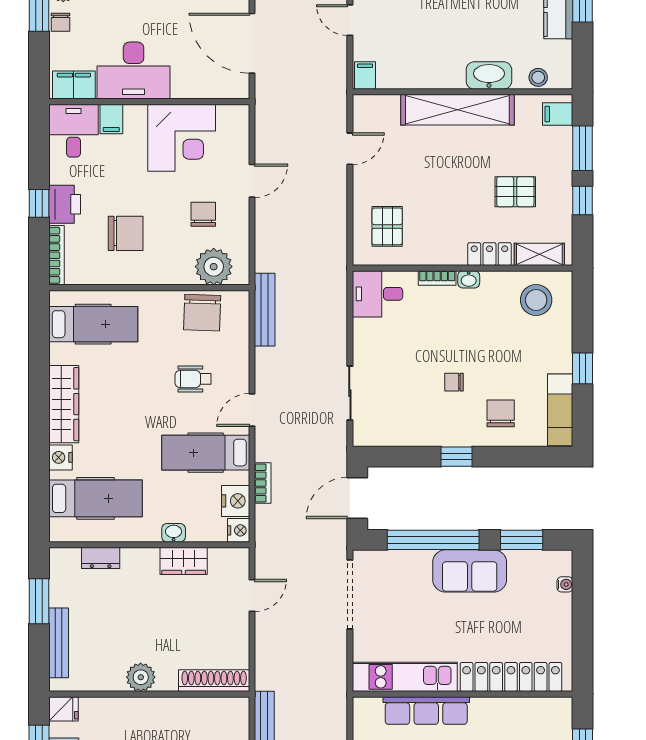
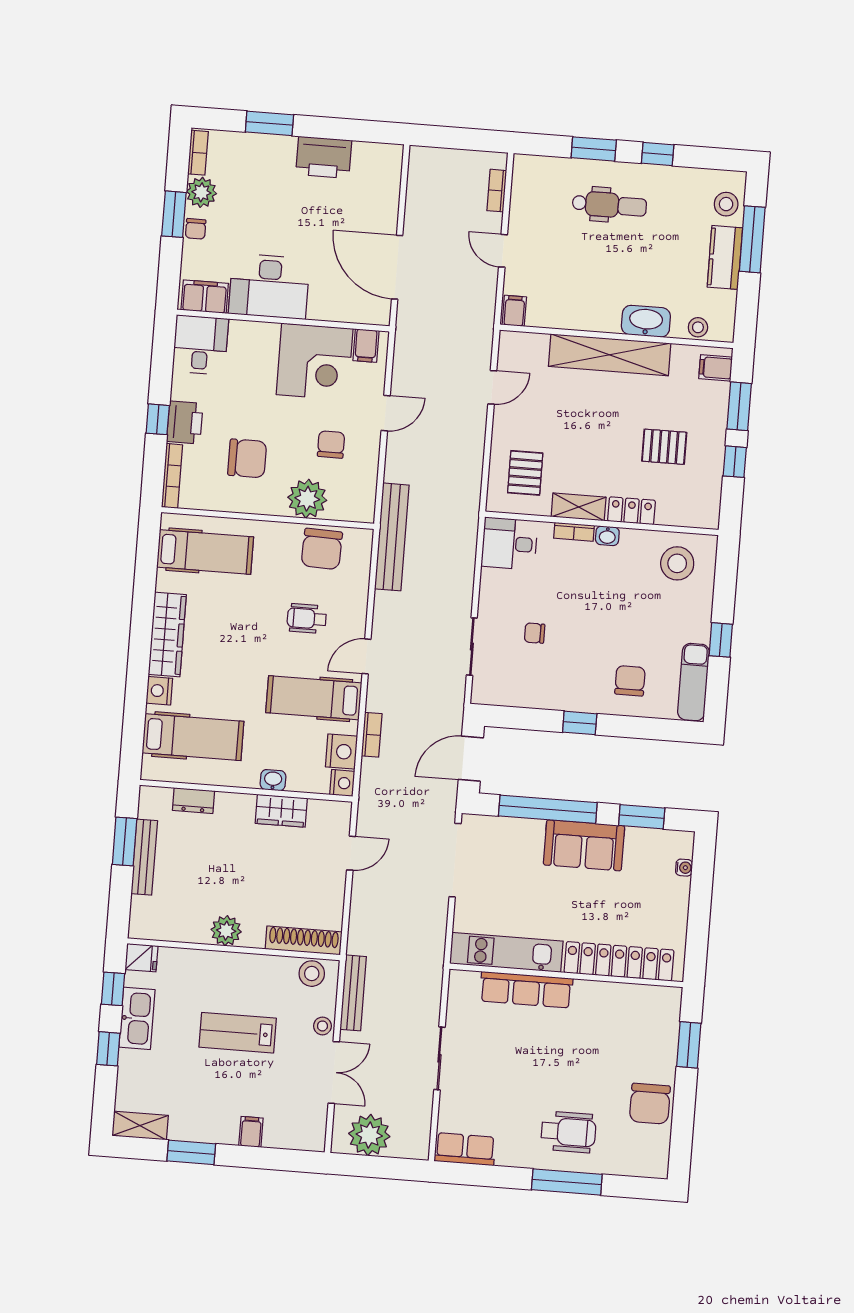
filing cabinet: (111, 119) -> (366, 346), moved
shelving: (539, 254) -> (579, 507), moved
plant: (214, 267) -> (307, 499), moved
bench: (265, 310) -> (392, 537), width x1.37, depth x1.21
chair: (454, 382) -> (535, 633), moved
bench: (59, 643) -> (144, 857), moved
stool: (224, 711) -> (312, 974), added

